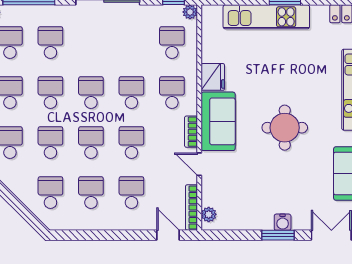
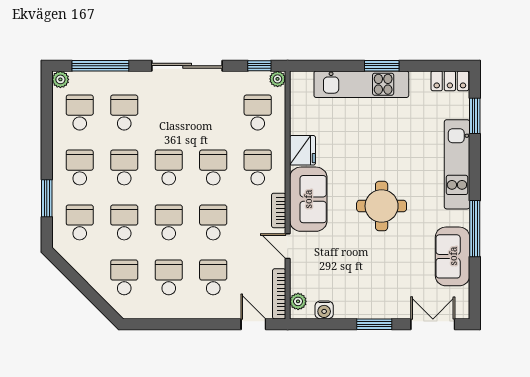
water cooler: (283, 222) -> (324, 310), moved

